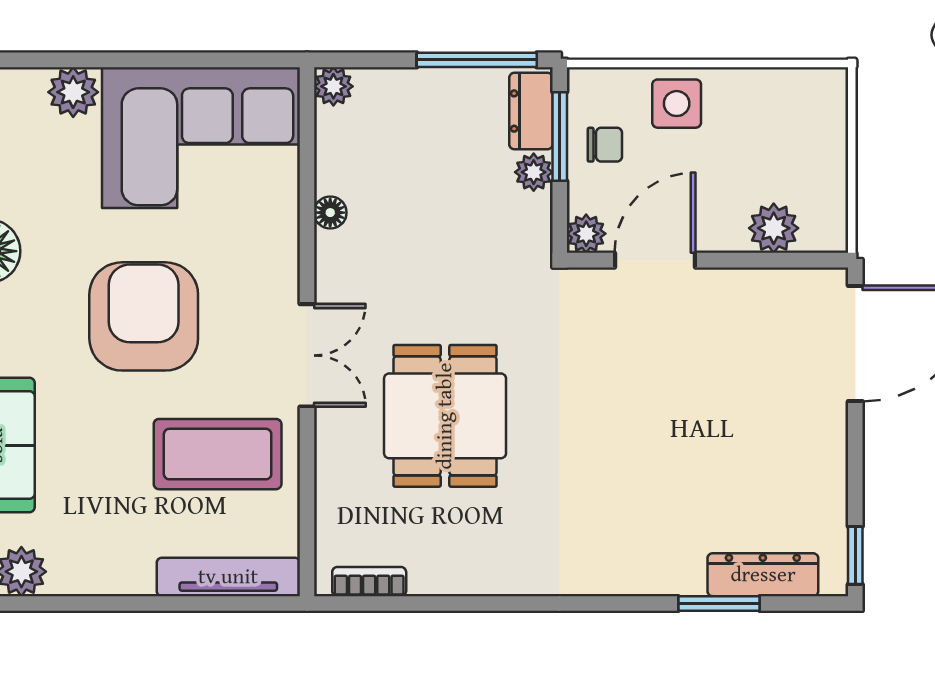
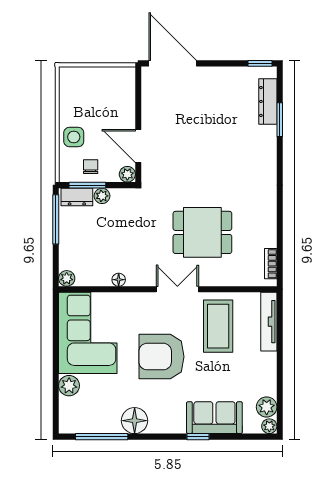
plant: (774, 228) -> (125, 97), removed

